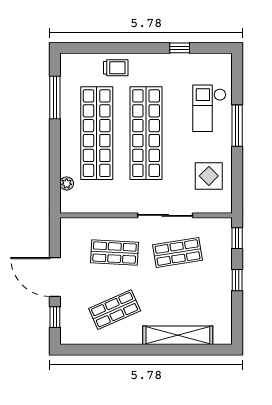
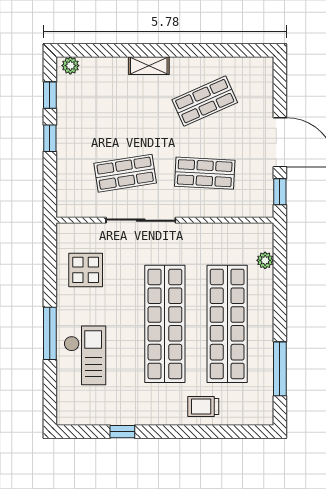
window: (237, 238) -> (50, 95), moved
window: (55, 317) -> (280, 192), moved
shelving: (178, 335) -> (149, 66), width x0.45, depth x0.75
plant: (221, 338) -> (70, 66), added

